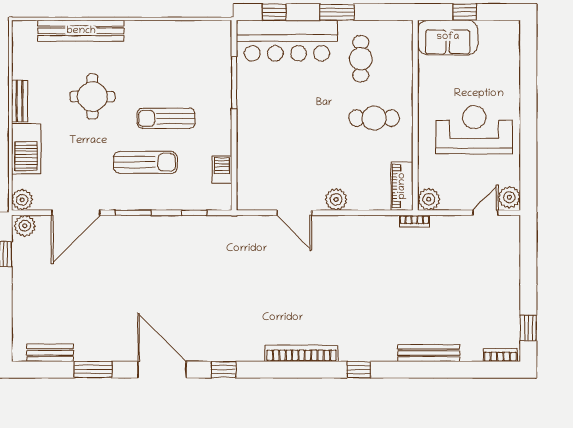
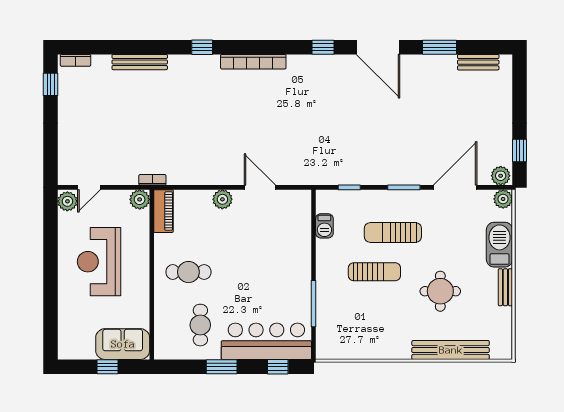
reception desk: (474, 130) -> (99, 262), turned 90

